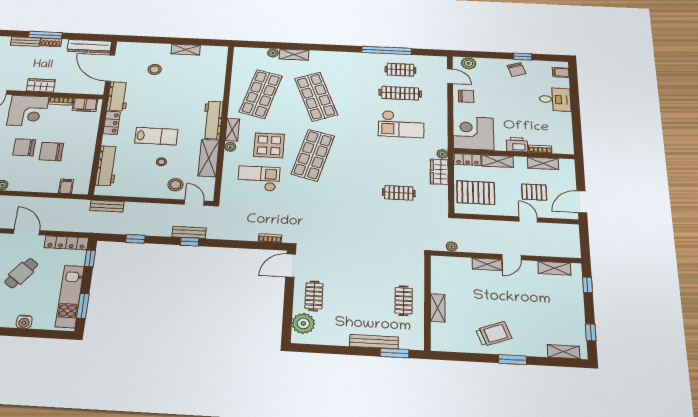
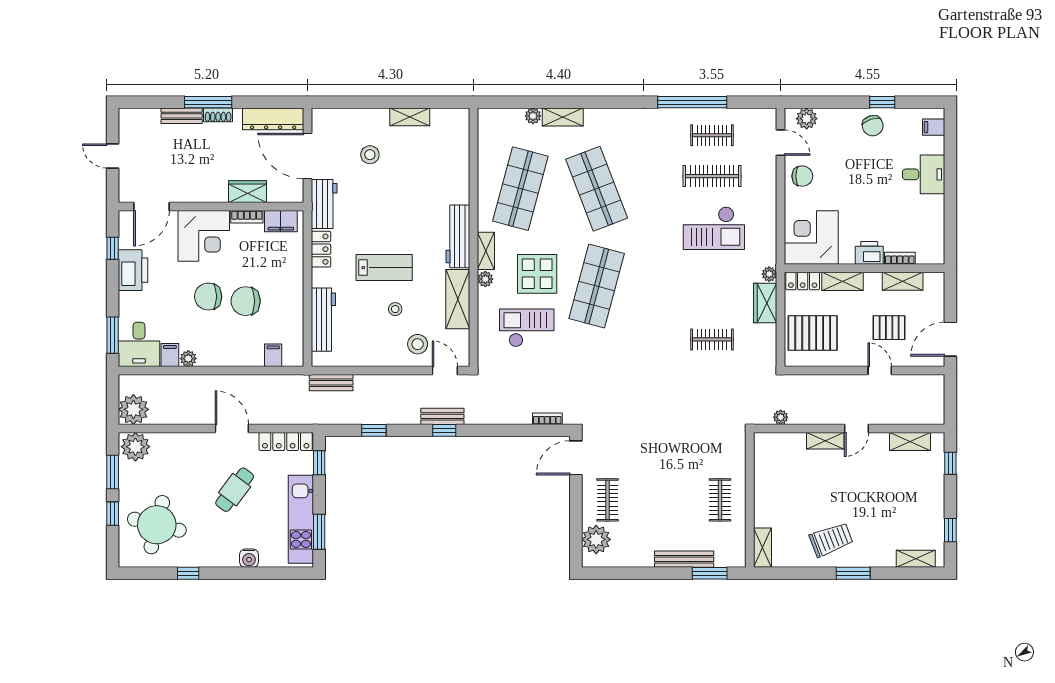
wardrobe: (41, 85) -> (248, 192), moved
shelving: (438, 308) -> (762, 548), moved

